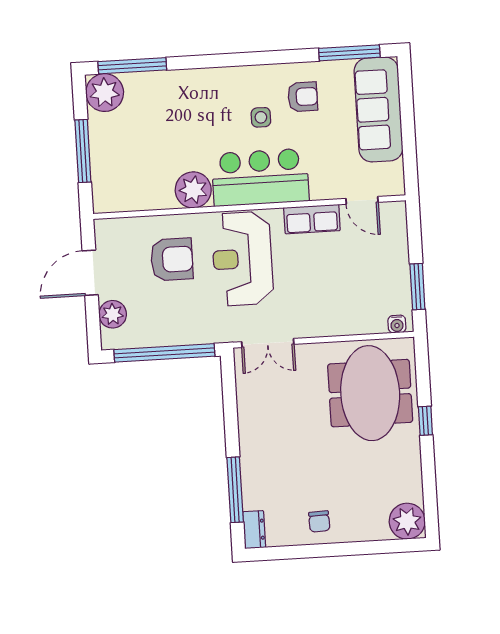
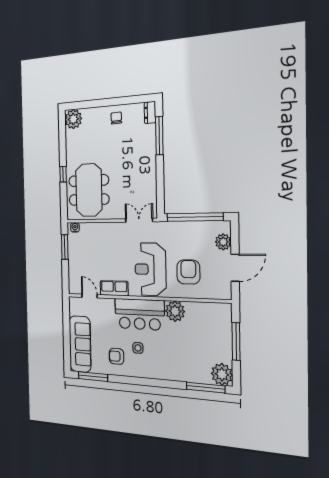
armchair: (172, 259) -> (188, 272), turned 90
reception desk: (242, 259) -> (150, 269), turned 180

